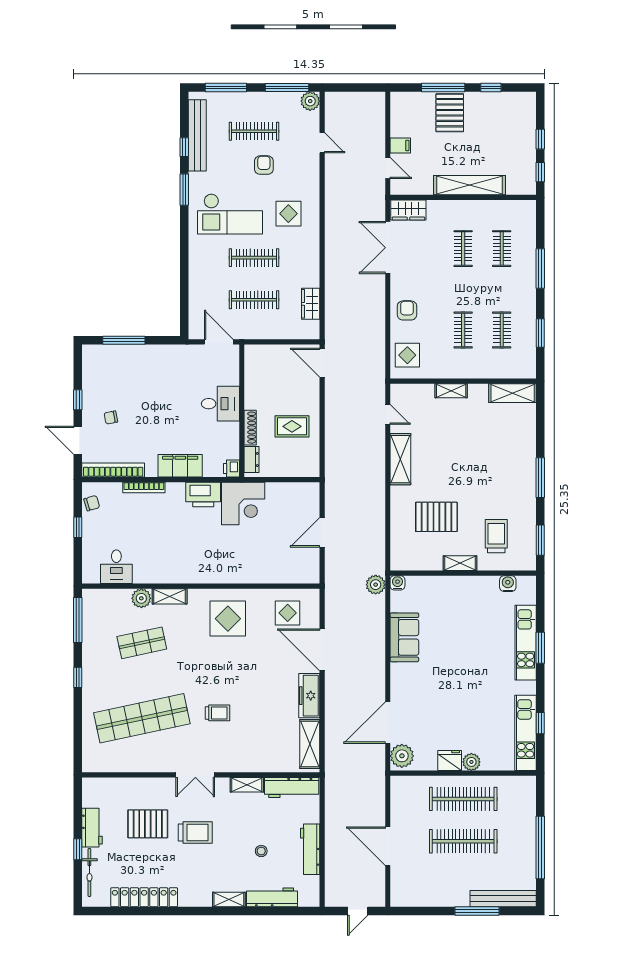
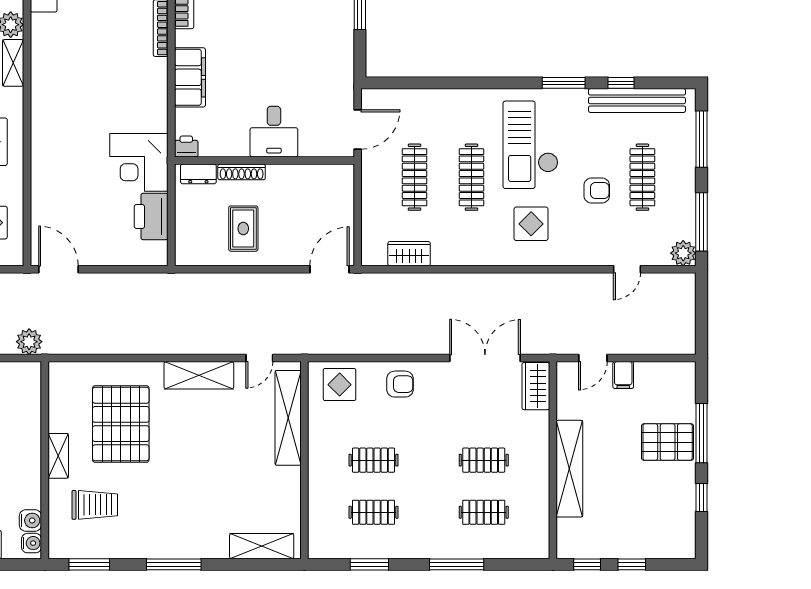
shelving: (451, 391) -> (288, 418), width x2.20, depth x1.33
shelving: (513, 393) -> (262, 546), moved, turned 90
printer: (203, 494) -> (151, 216), moved
pallet: (436, 517) -> (121, 424), width x1.37, depth x1.41
door: (322, 532) -> (58, 269), moved
water cooler: (397, 583) -> (32, 543), moved

